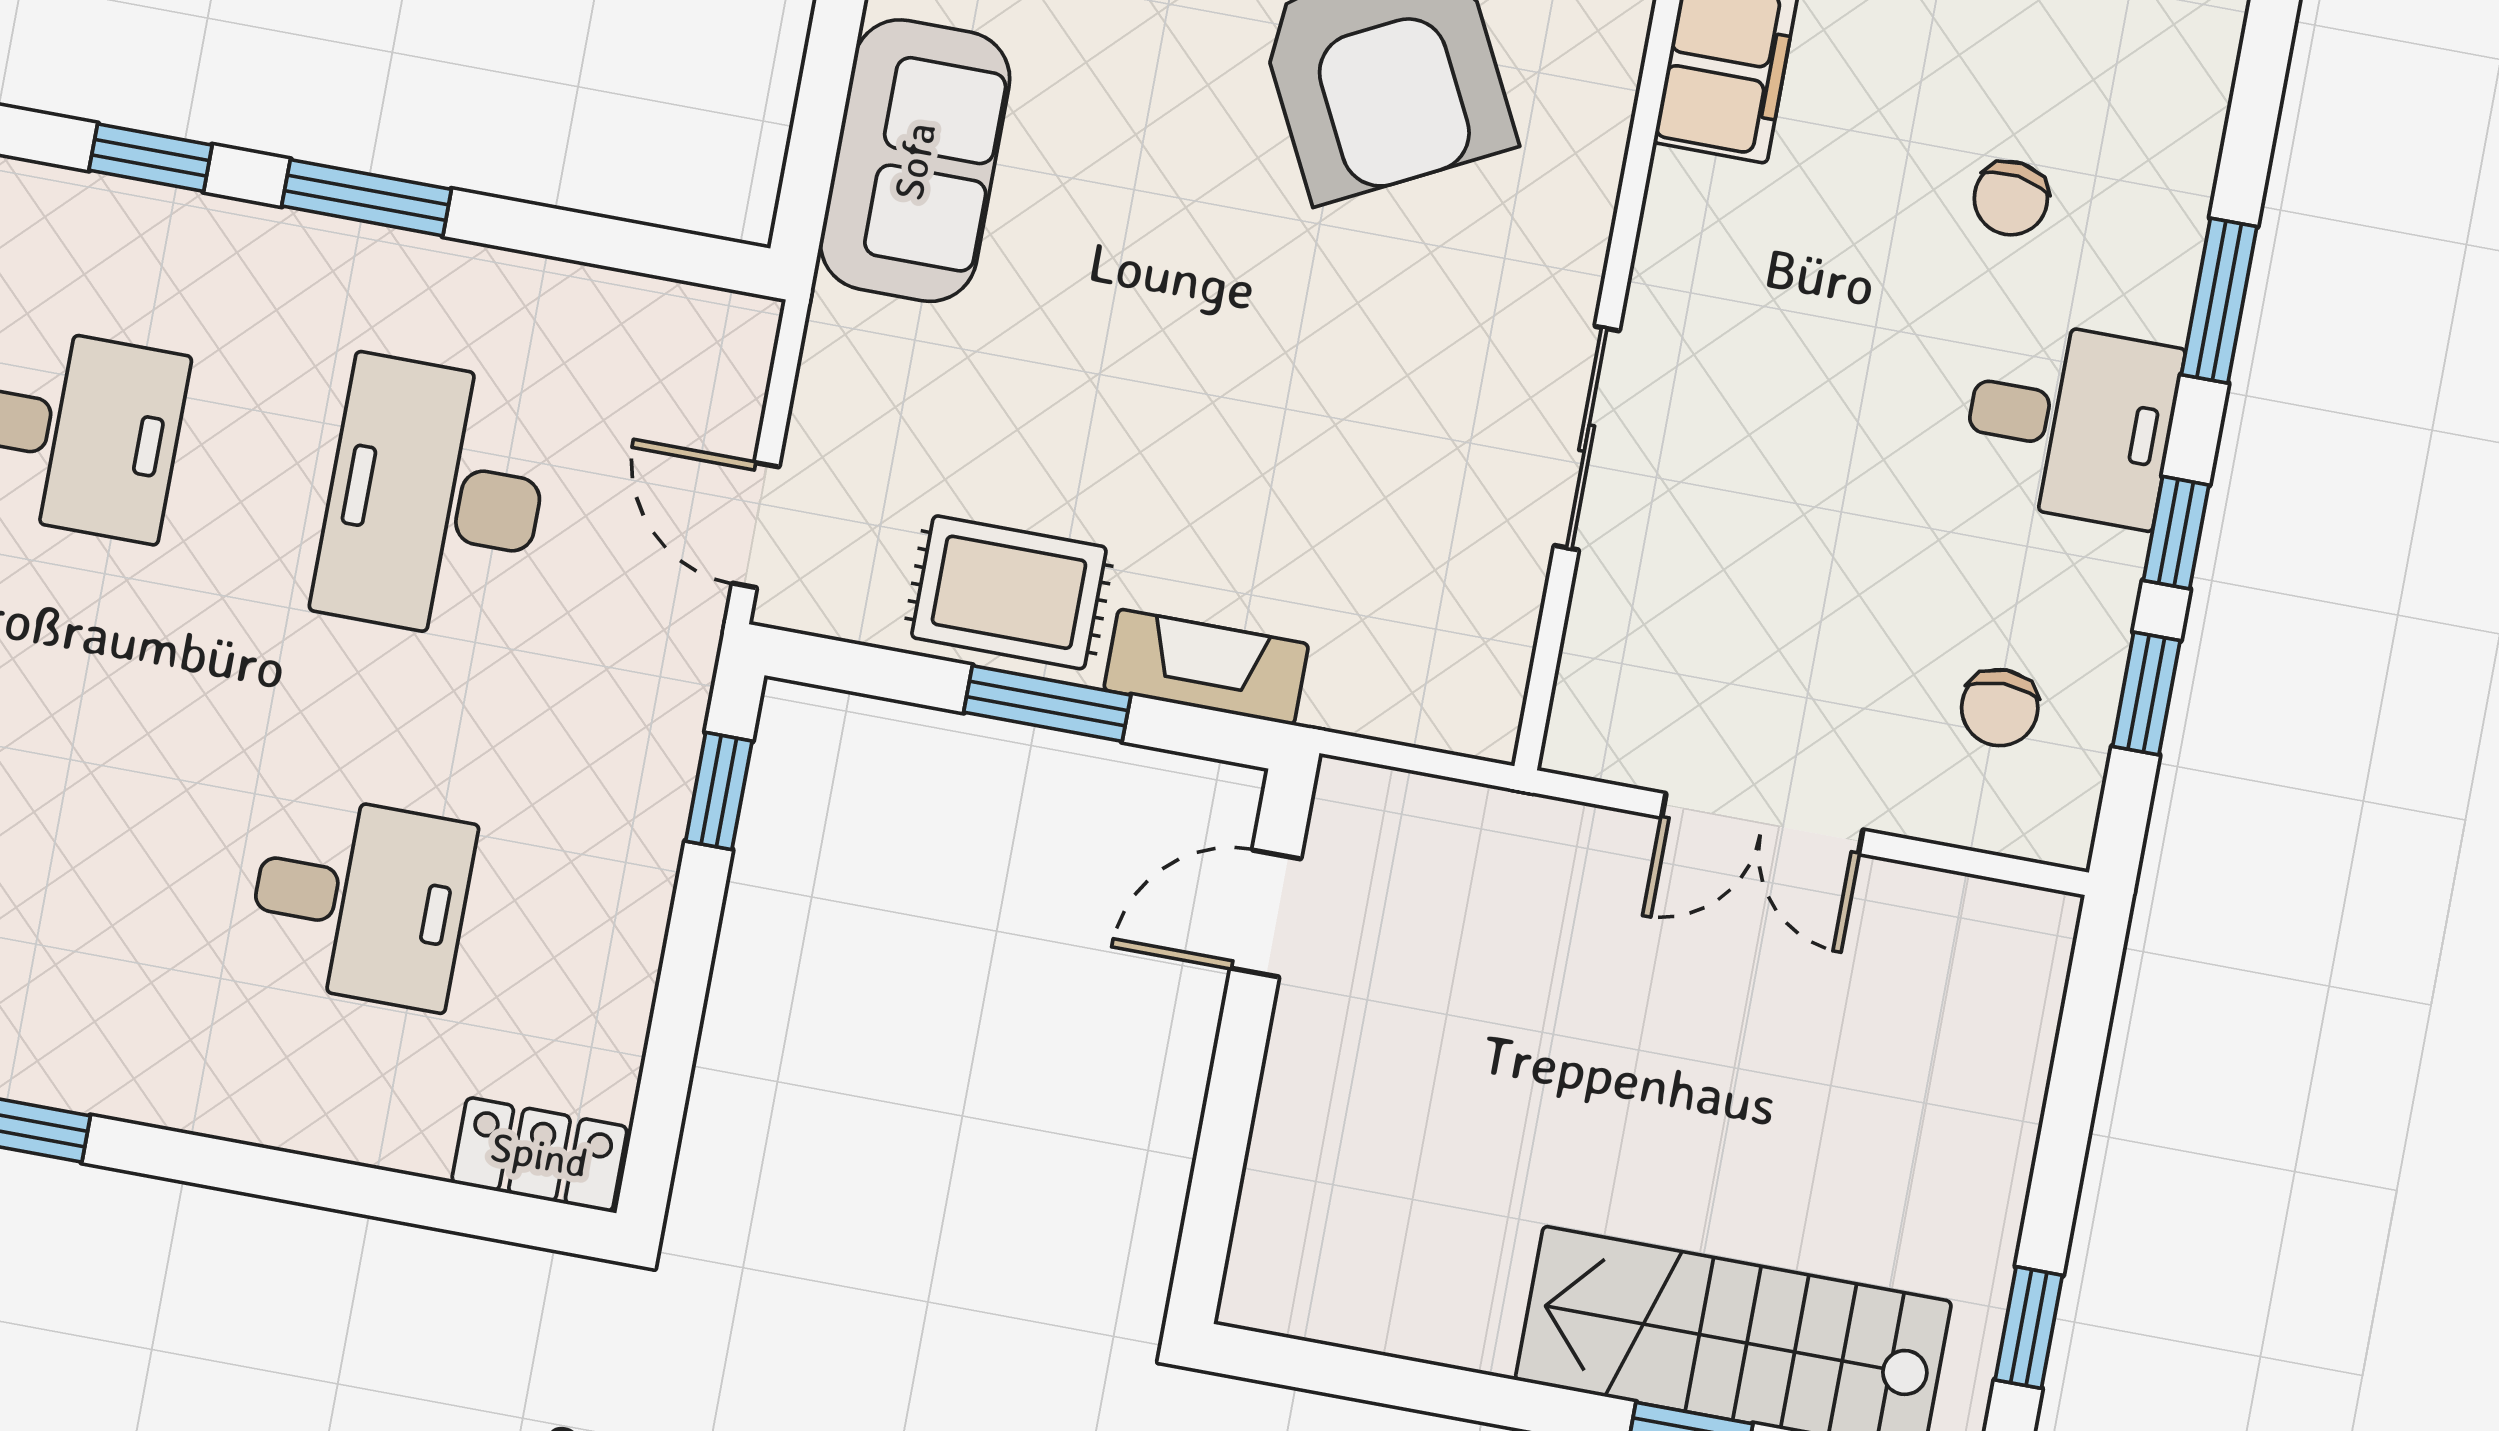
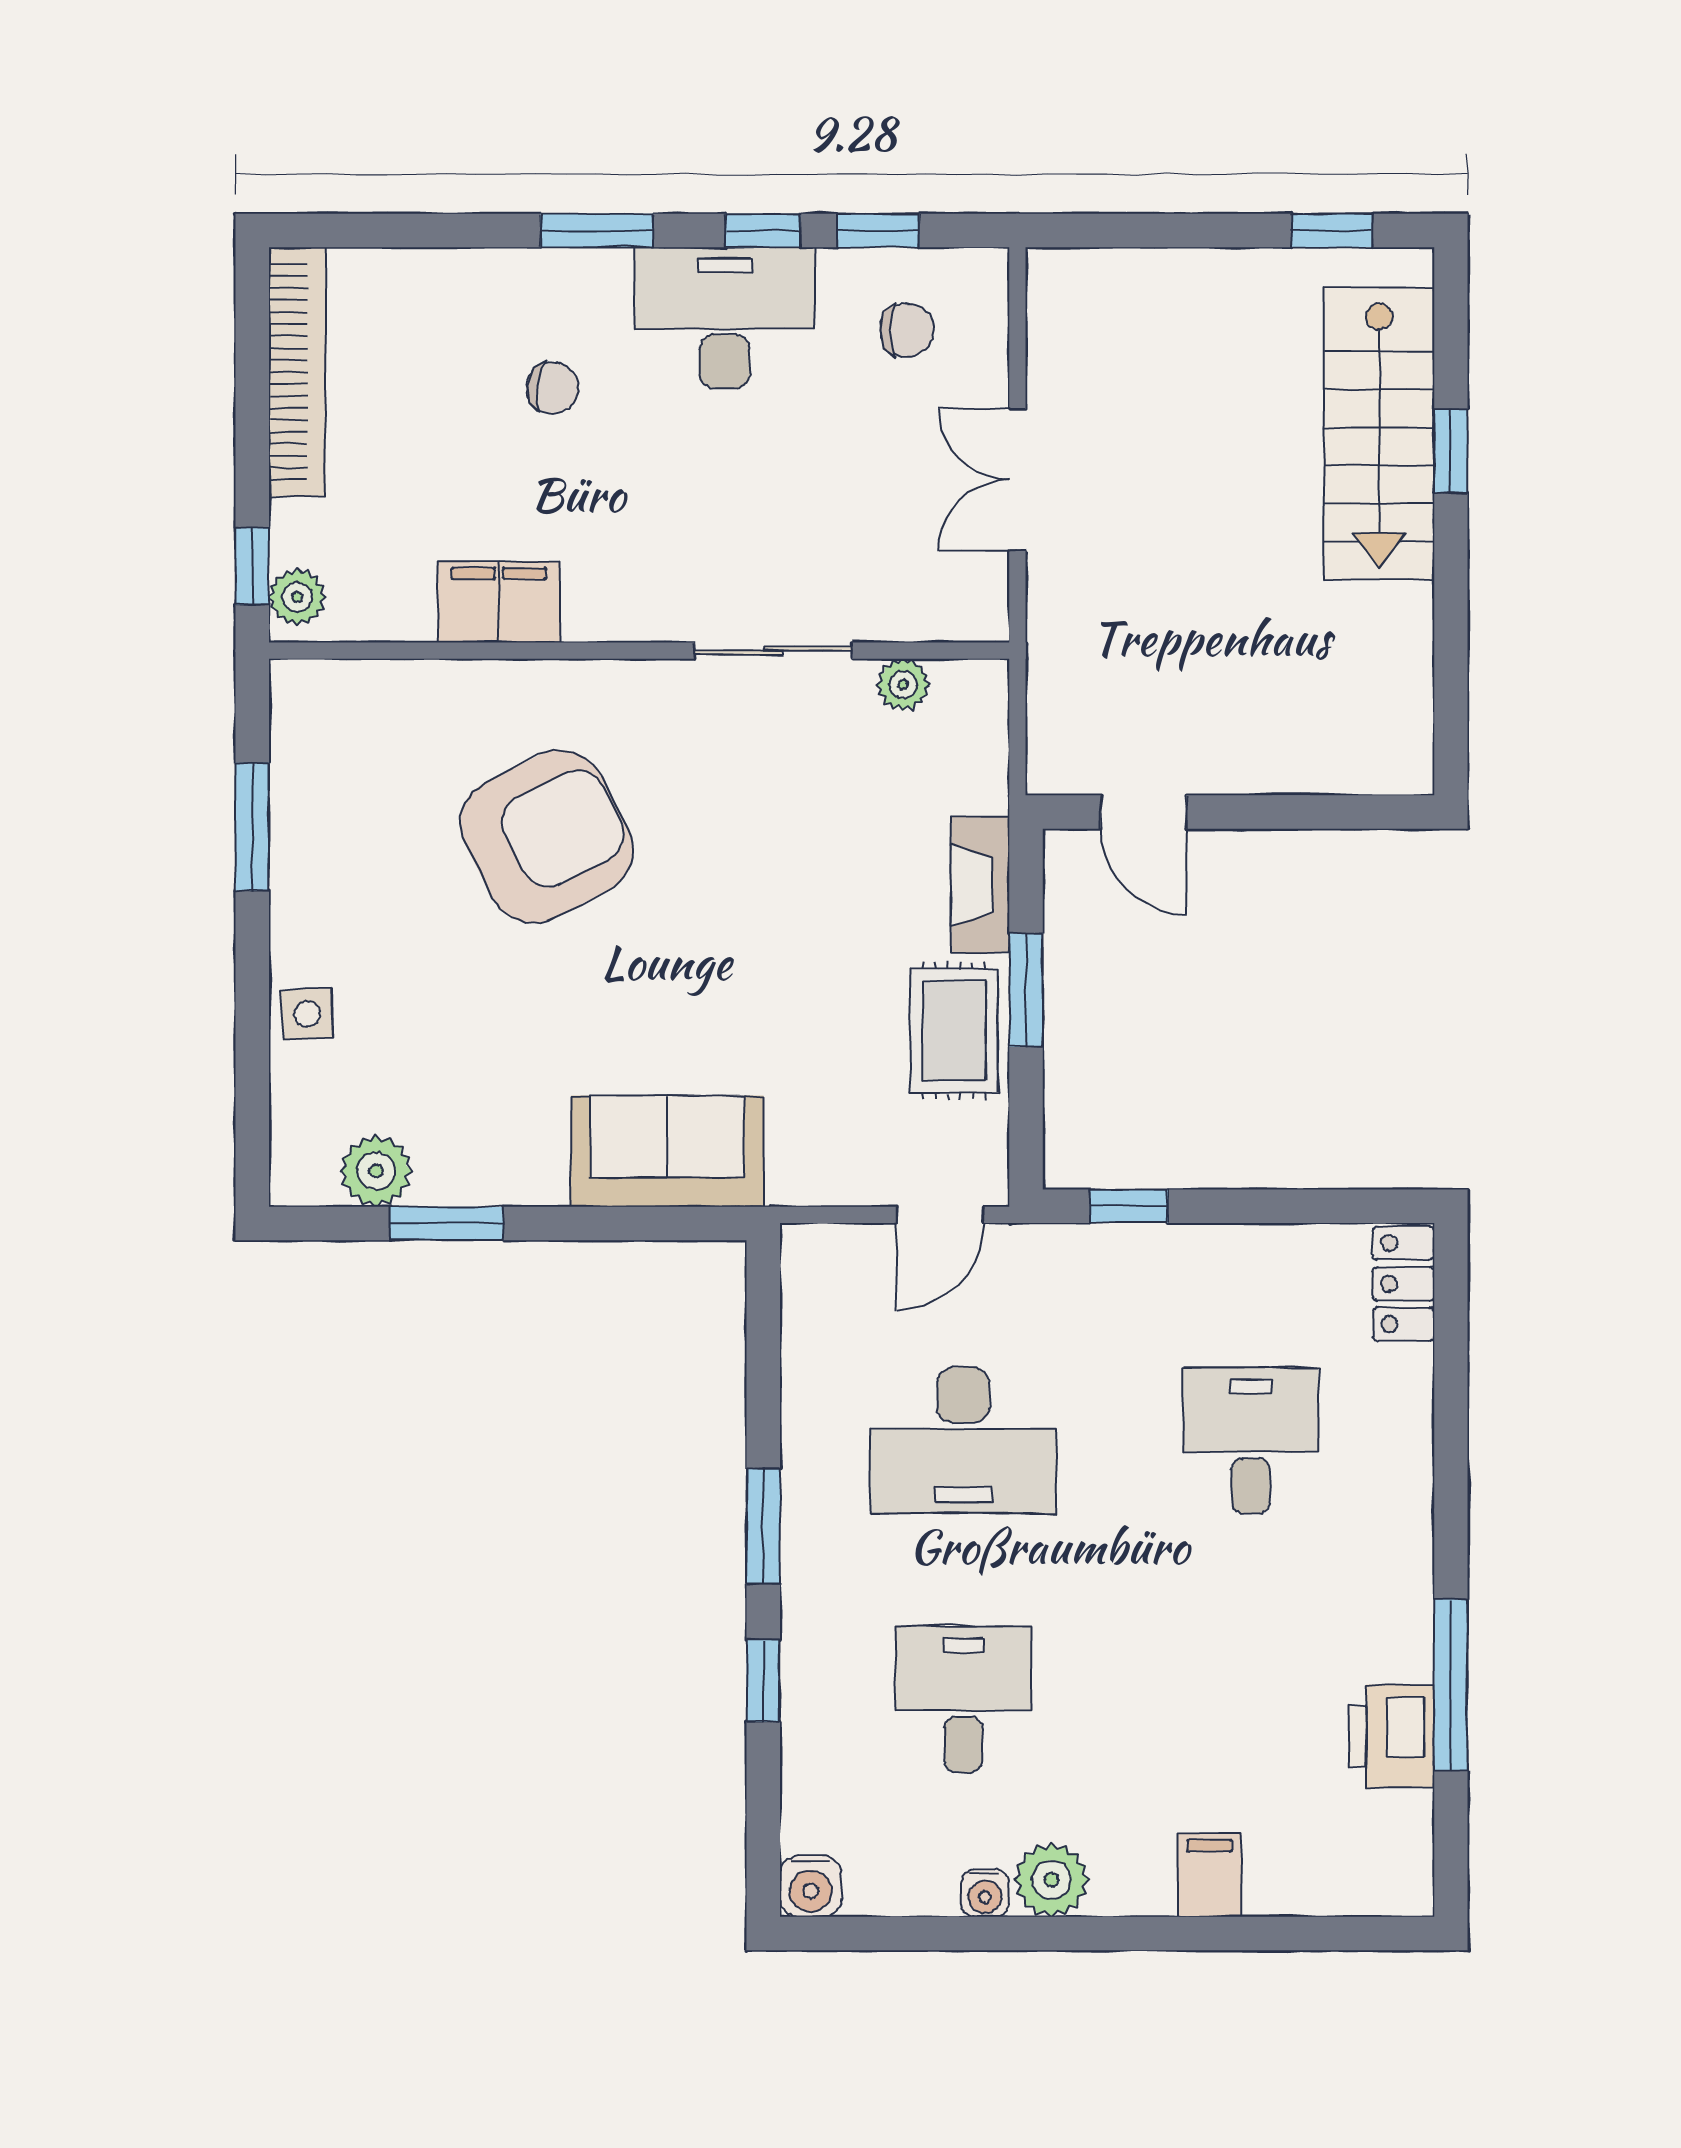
desk: (2071, 423) -> (725, 318), width x1.37
plant: (1506, 611) -> (903, 685), added
double door: (1762, 824) -> (1017, 480), swing flipped

